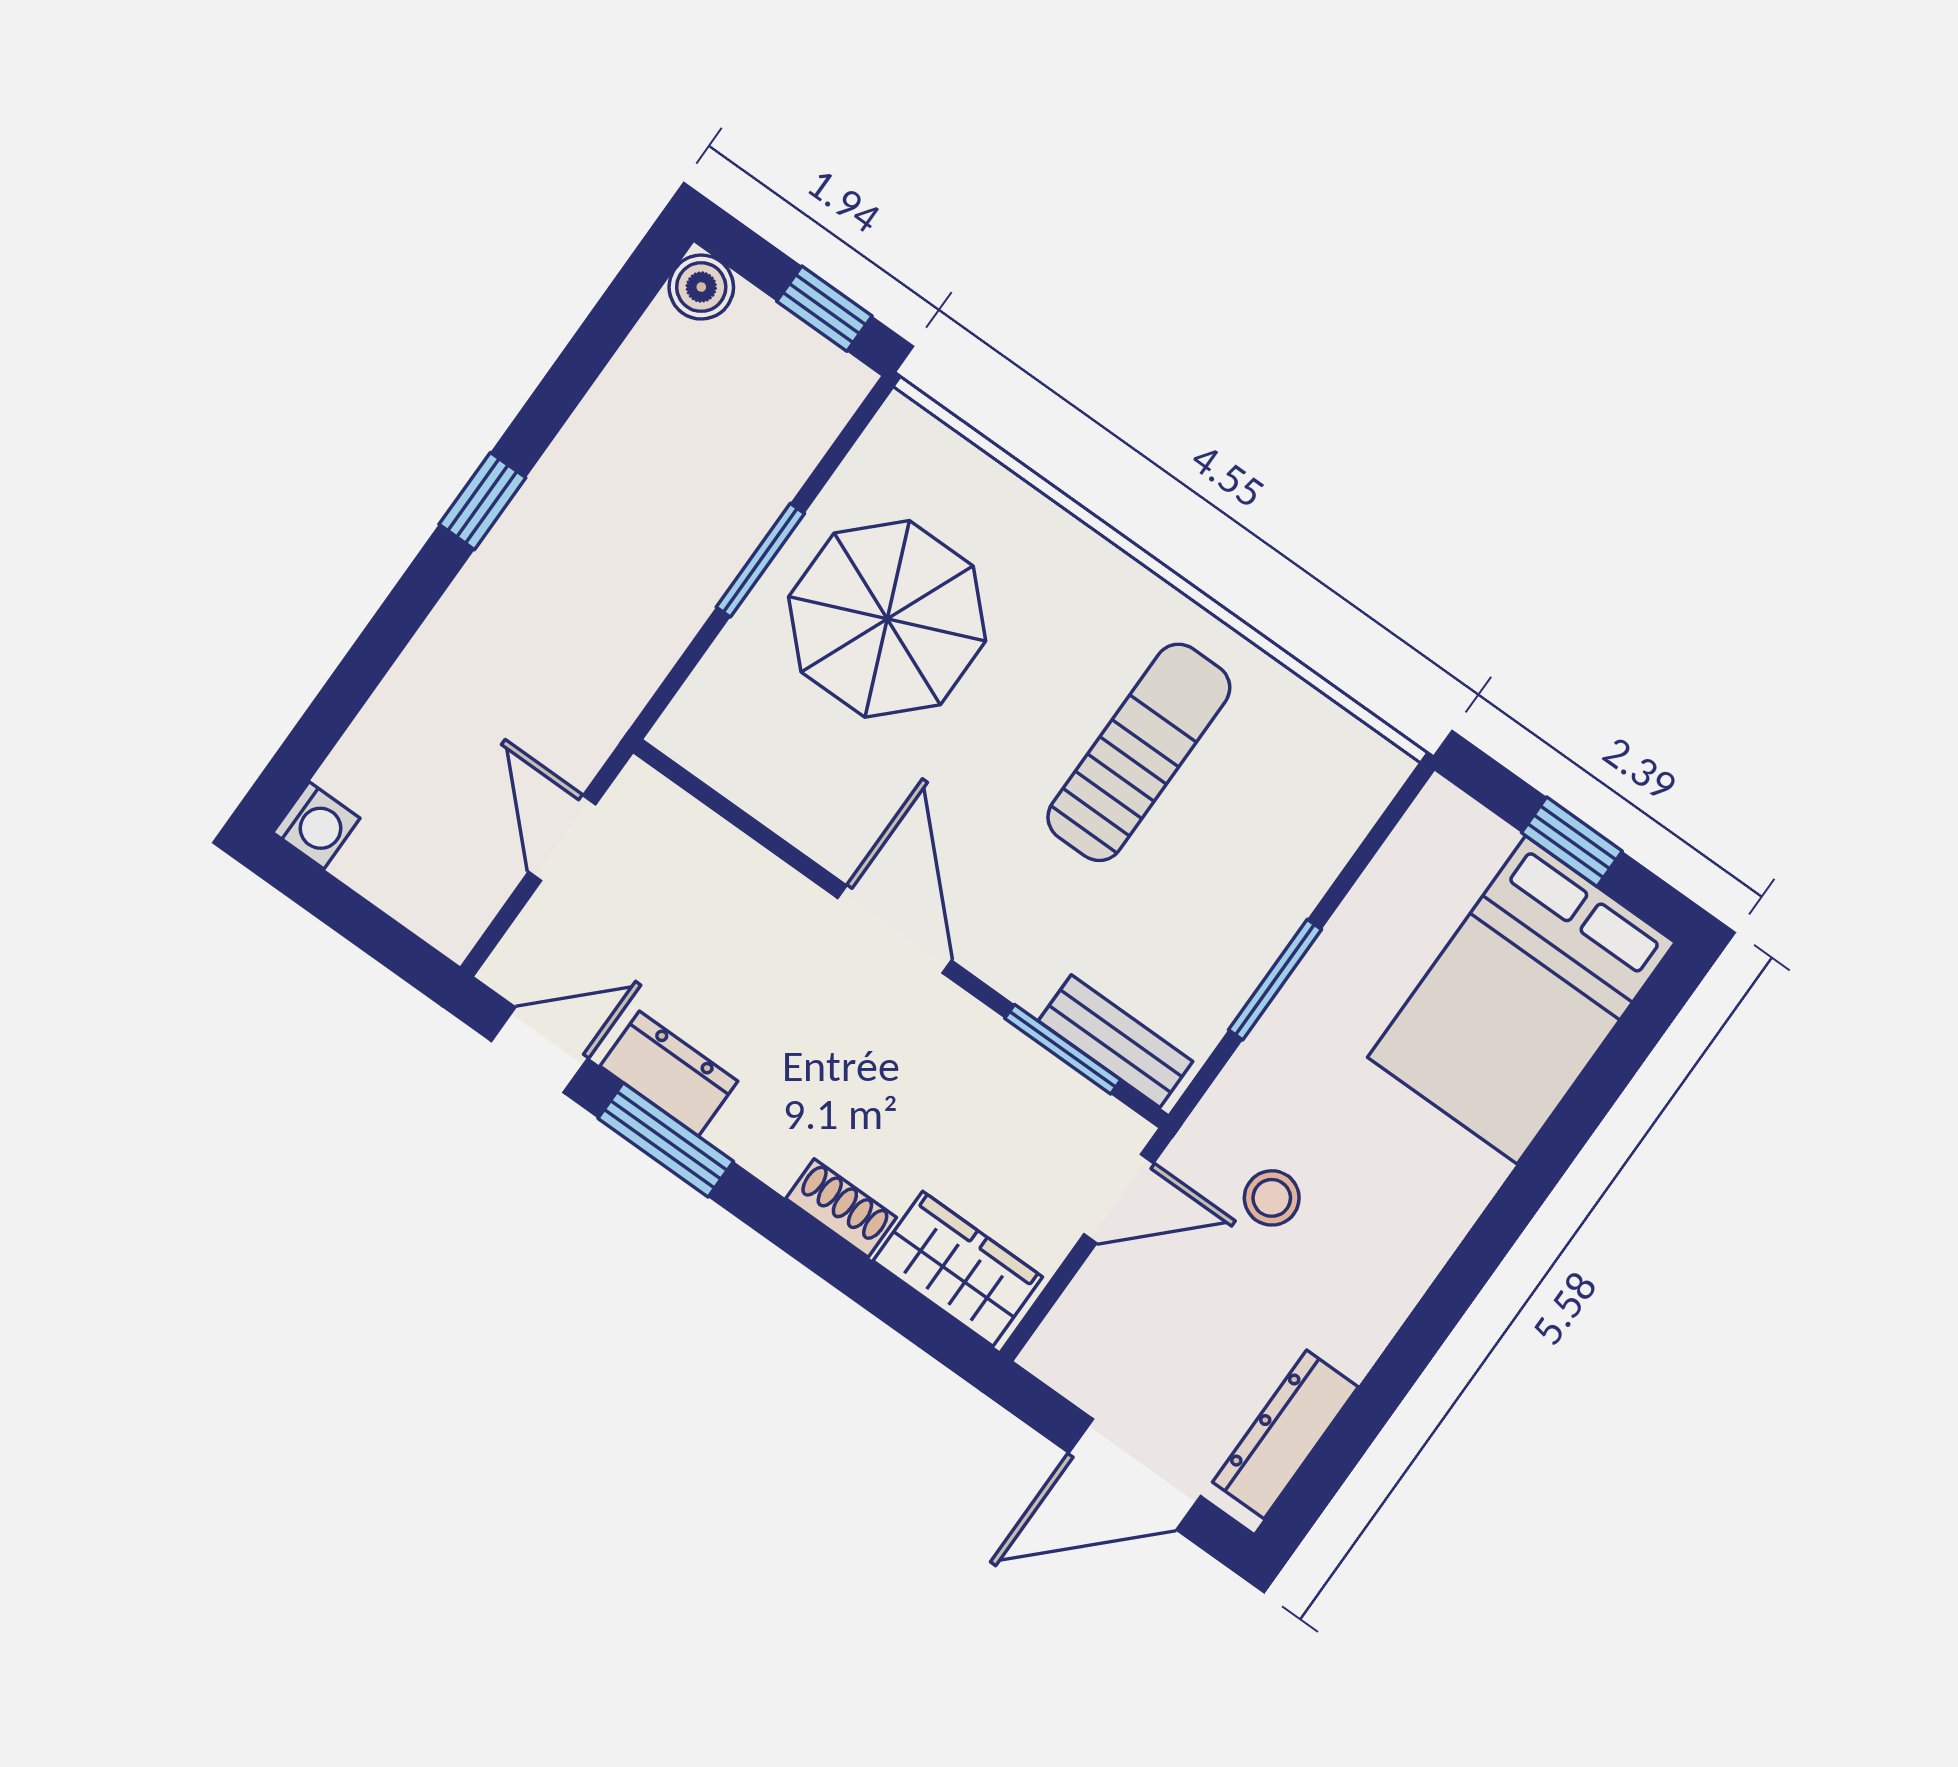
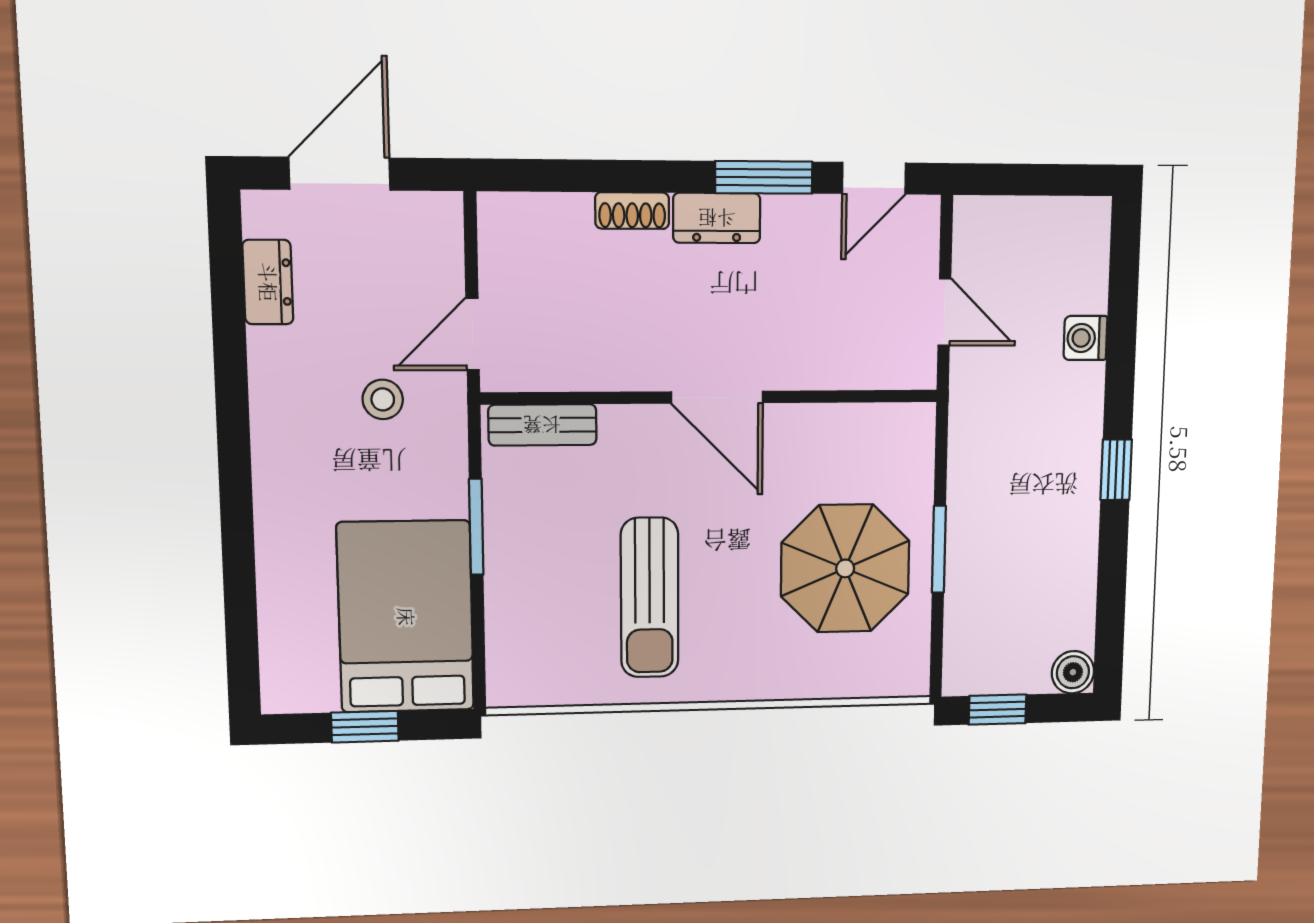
washing machine: (316, 825) -> (1085, 338), moved
bed: (1521, 1000) -> (406, 617), moved
window: (1063, 1049) -> (570, 398), removed
dresser: (669, 1074) -> (717, 218), moved
wardrobe: (958, 1269) -> (537, 223), removed
dresser: (1285, 1434) -> (268, 282), width x0.70

